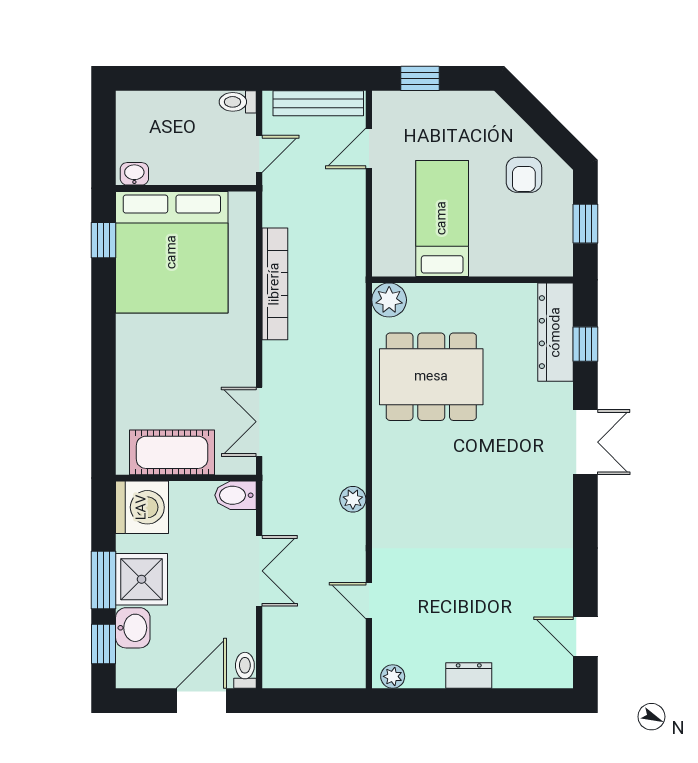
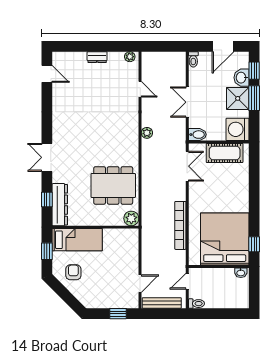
bed: (442, 218) -> (77, 240), moved, turned -90
door: (201, 701) -> (223, 46), moved

